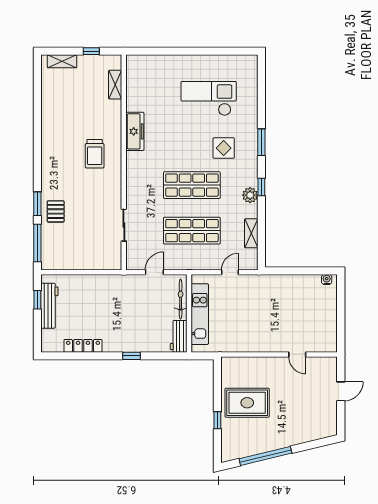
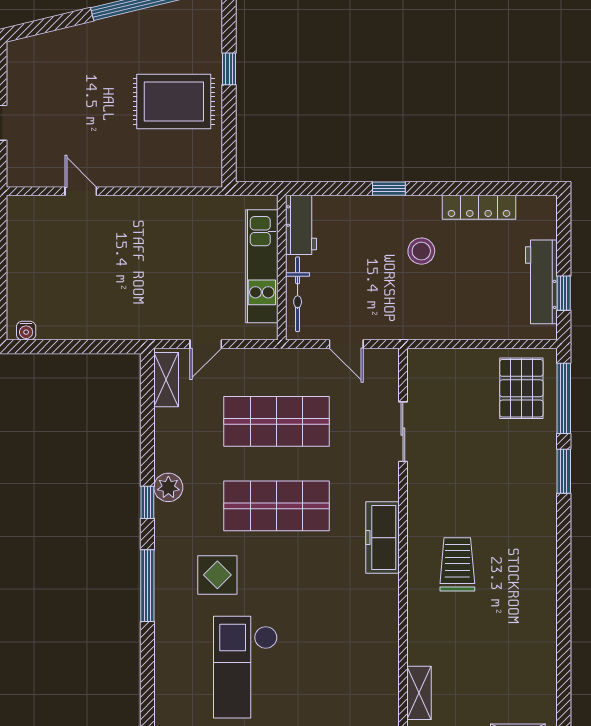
checkout: (209, 98) -> (245, 667), turned 90
freezer: (135, 131) -> (382, 538), moved
window: (261, 142) -> (147, 586), width x1.44
pallet: (56, 211) -> (521, 388), moved, width x1.50, depth x1.42
shelving: (251, 233) -> (166, 380), moved
door: (154, 272) -> (346, 344), hinge flipped
stool: (114, 322) -> (421, 251), added

